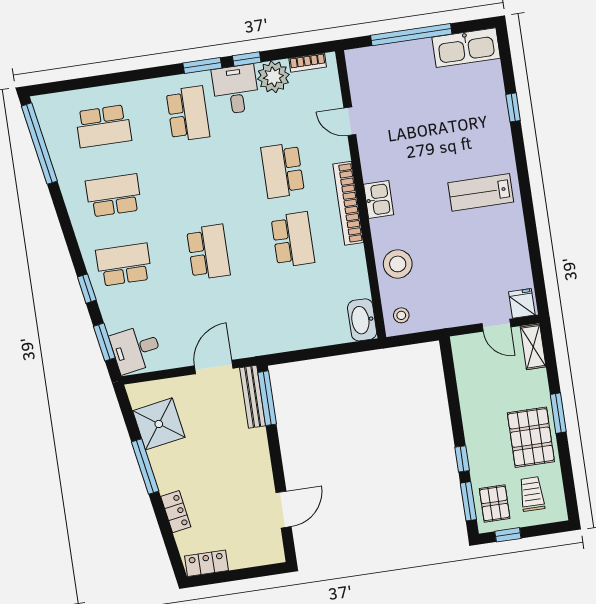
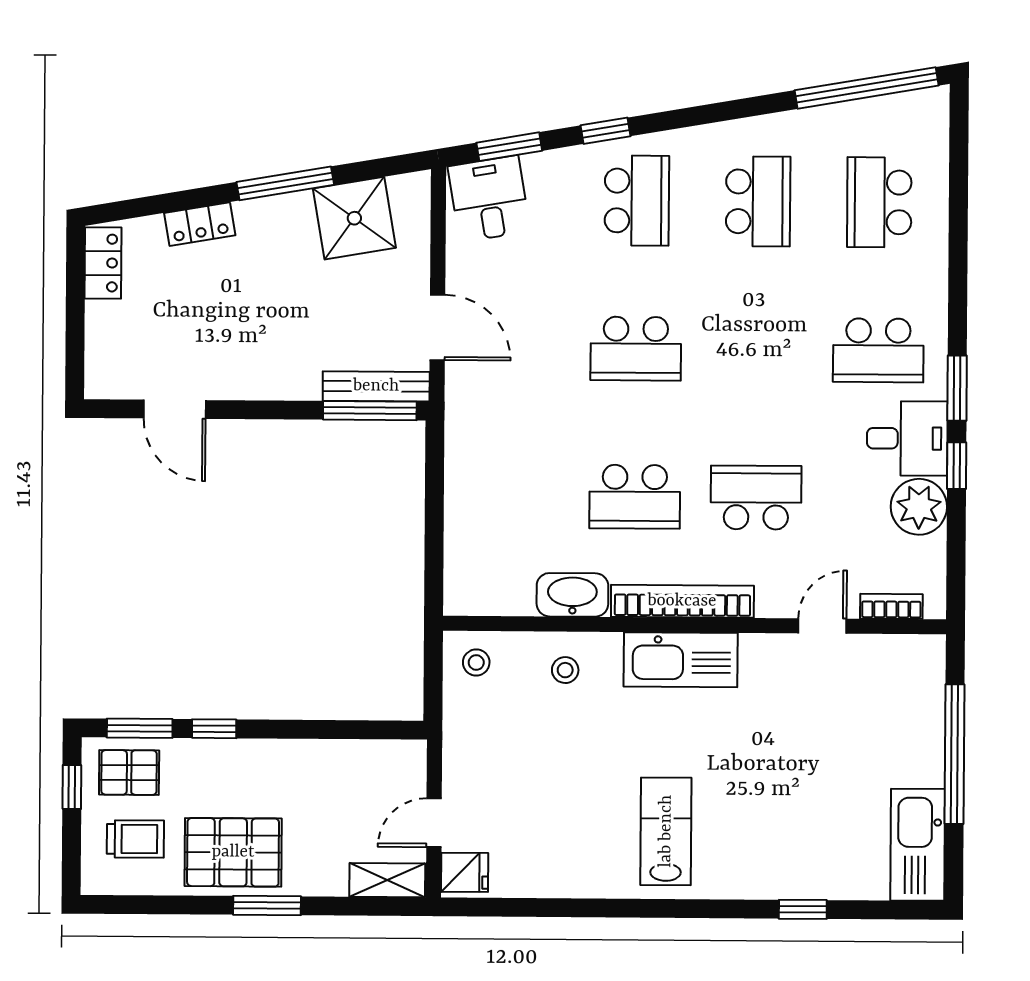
bookcase: (308, 63) -> (891, 606), moved, turned 90
kitchen sink: (379, 200) -> (681, 660), width x1.87, depth x1.24
stool: (398, 264) -> (565, 670), width x0.53, depth x0.53
washbasin: (362, 320) -> (572, 595), moved

